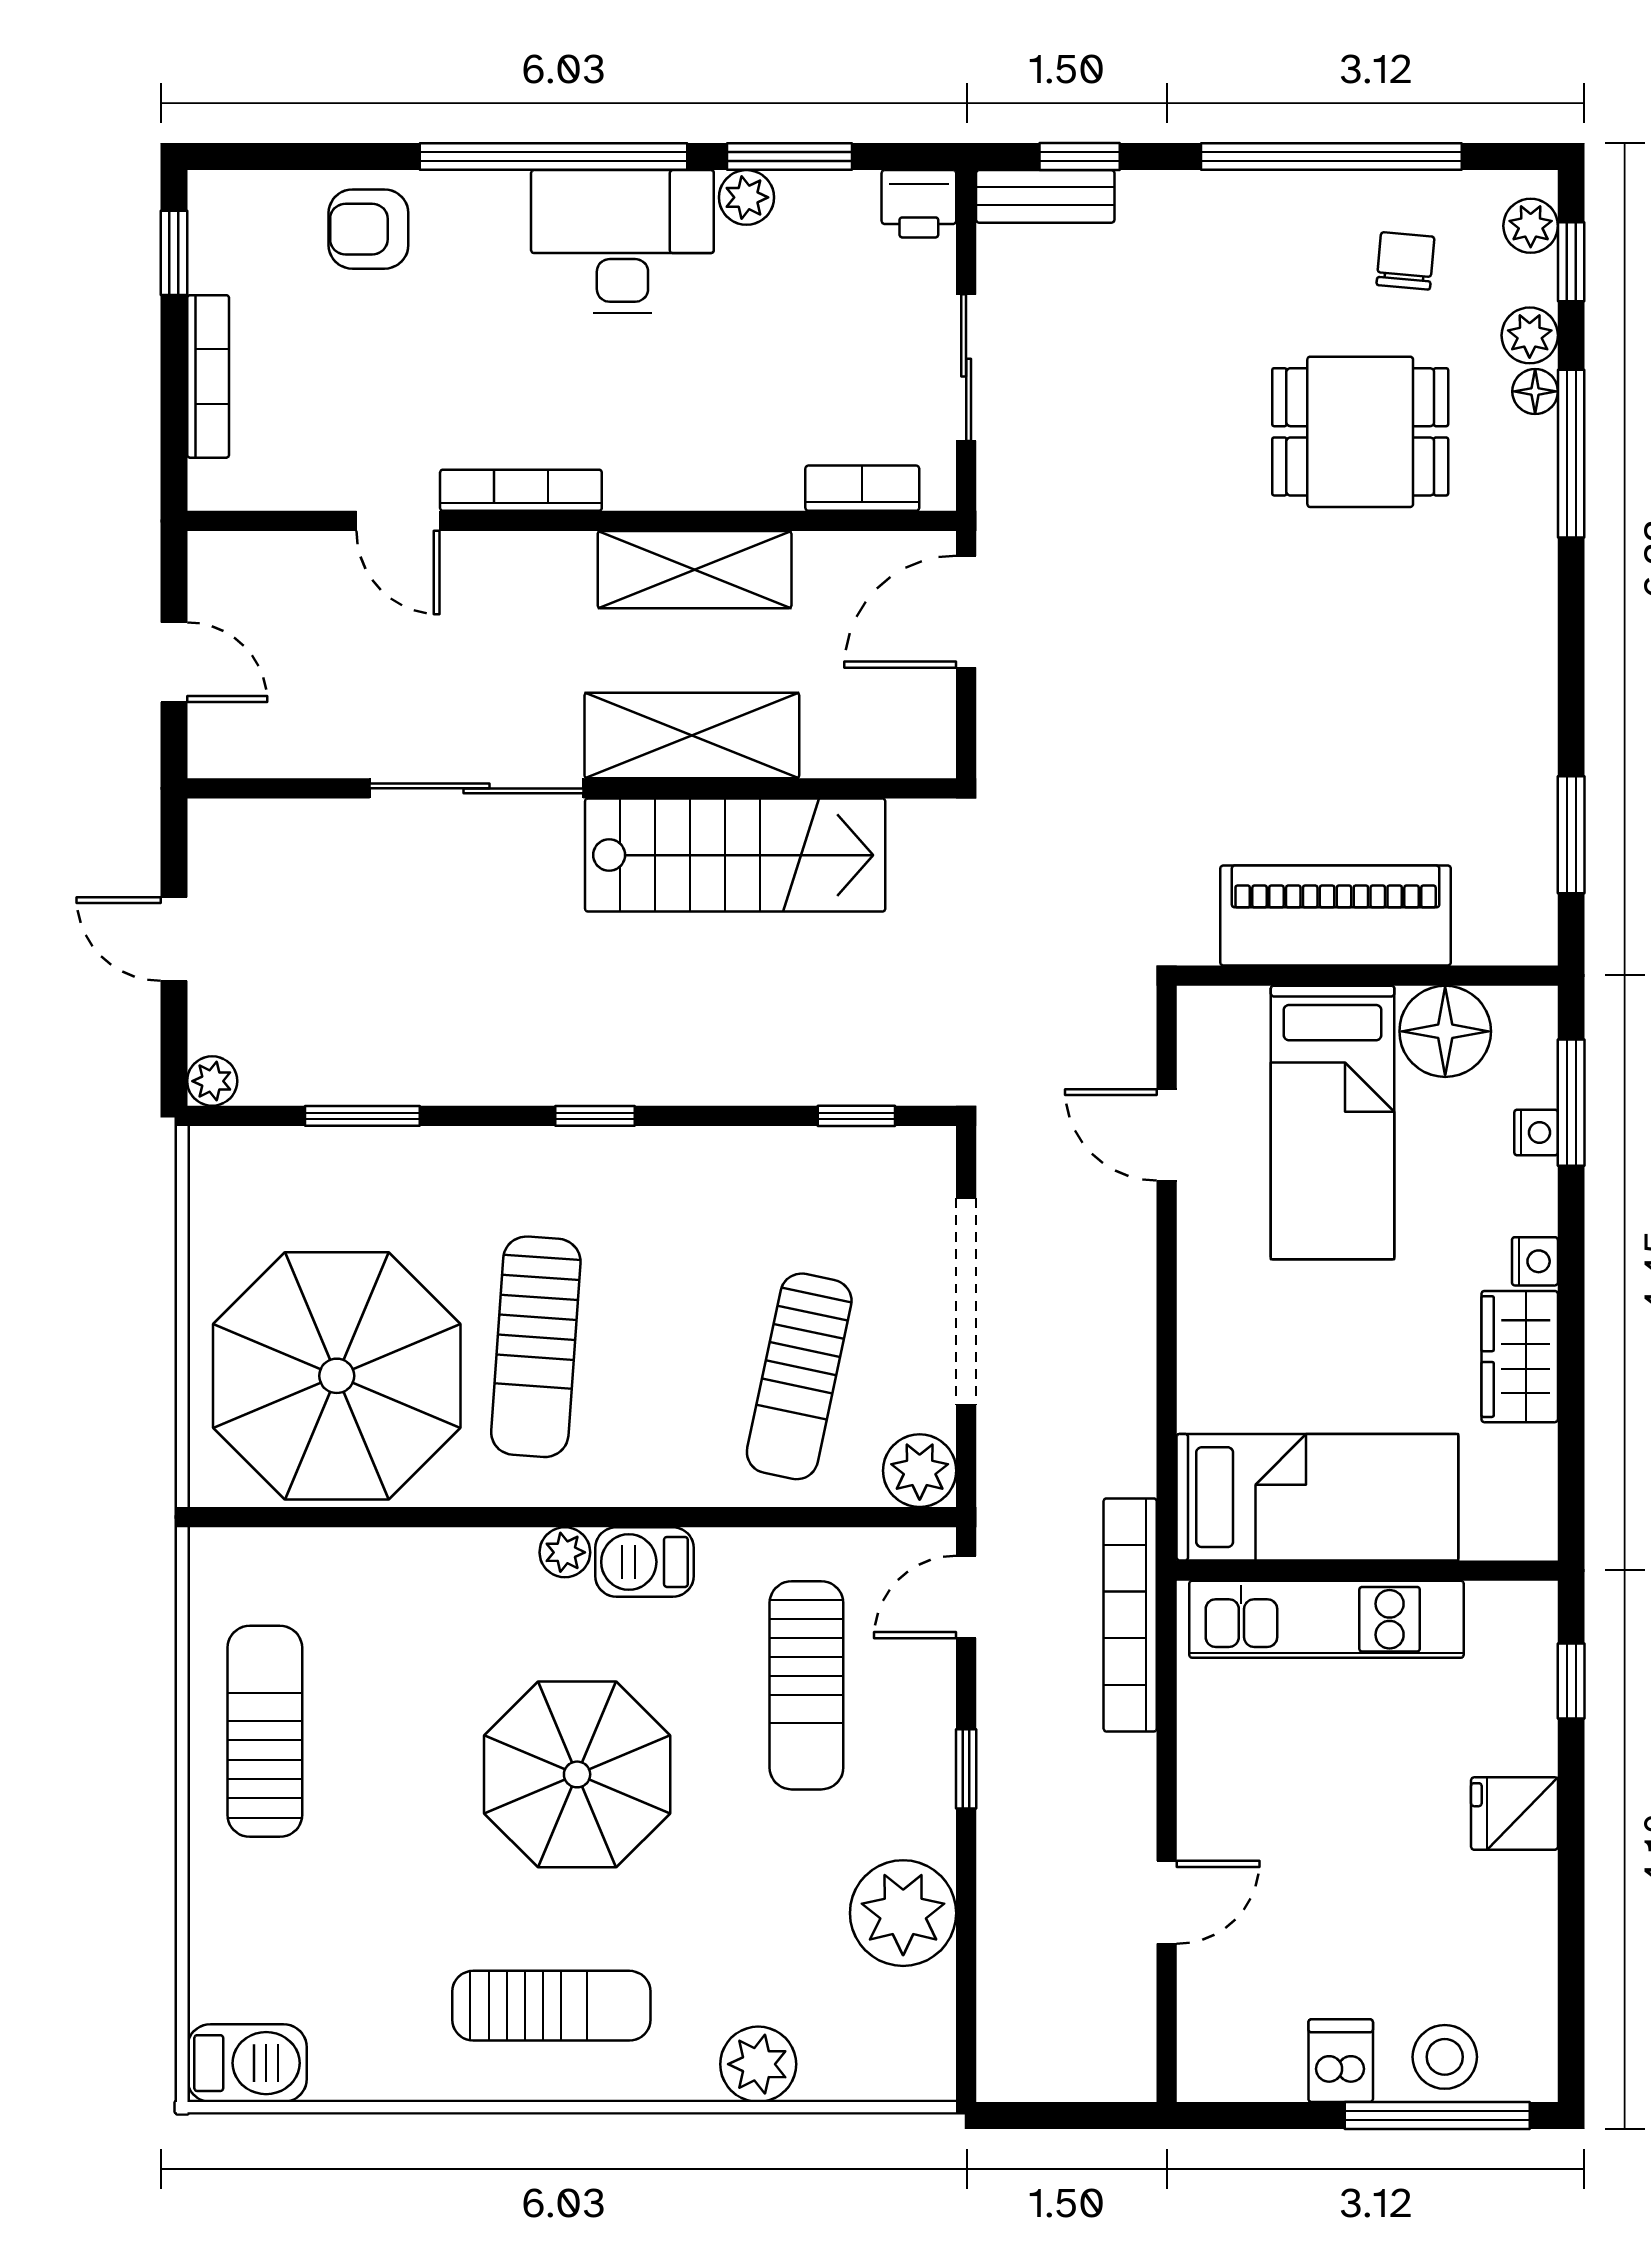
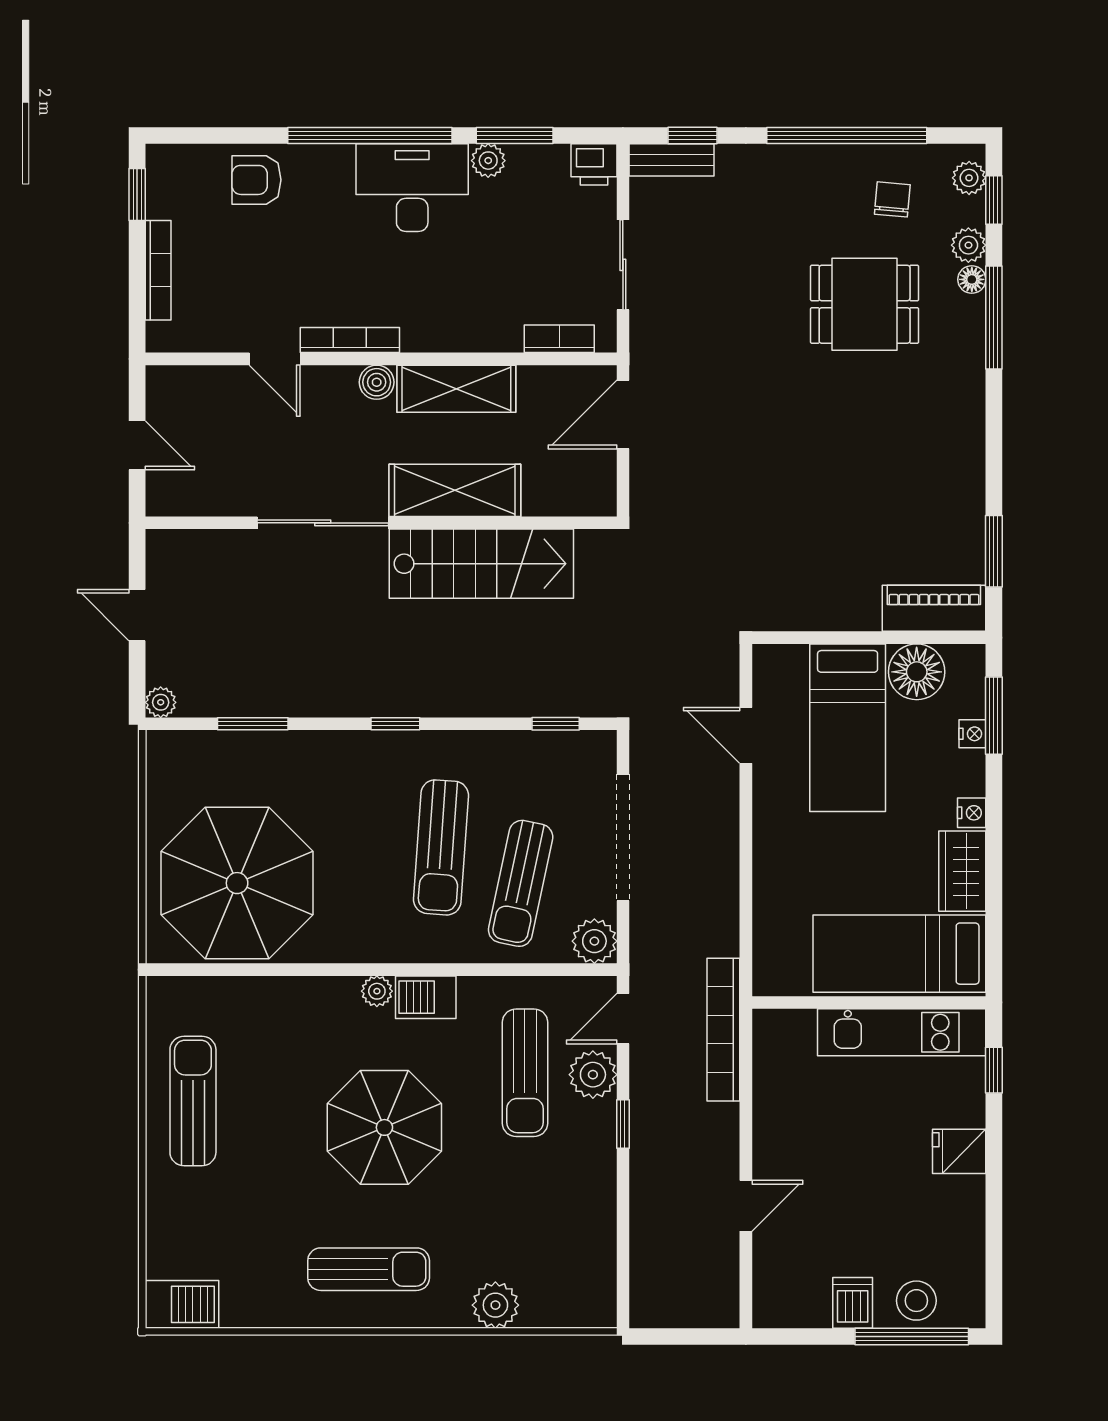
boiler: (564, 559) -> (377, 382), added
piano: (1336, 915) -> (934, 608), moved, width x0.73, depth x0.75
sun lounger: (536, 1347) -> (441, 847), moved
bed: (1317, 1497) -> (899, 954), moved, turned 180
kitchen unit: (1326, 1619) -> (902, 1032), moved
plant: (903, 1913) -> (593, 1075), moved, width x0.73, depth x0.73

